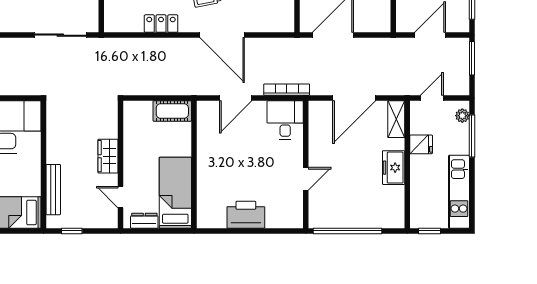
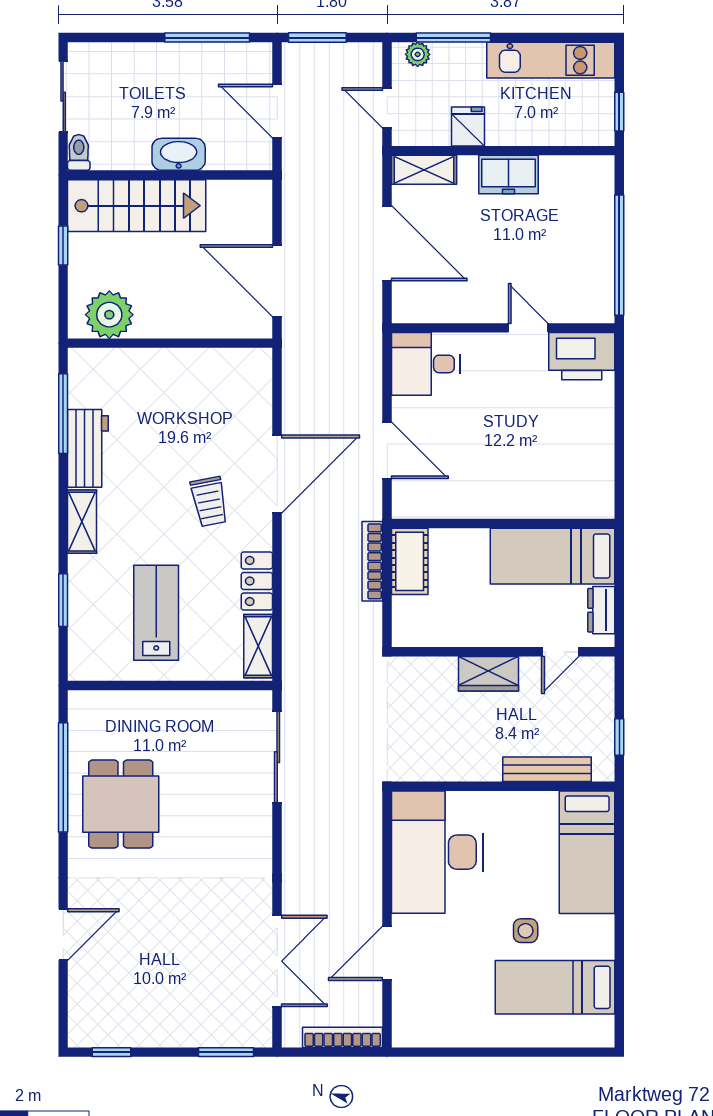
shelving: (124, 24) -> (258, 646), added
bookcase: (287, 90) -> (372, 561), moved
printer: (246, 215) -> (582, 356), moved, turned -90

